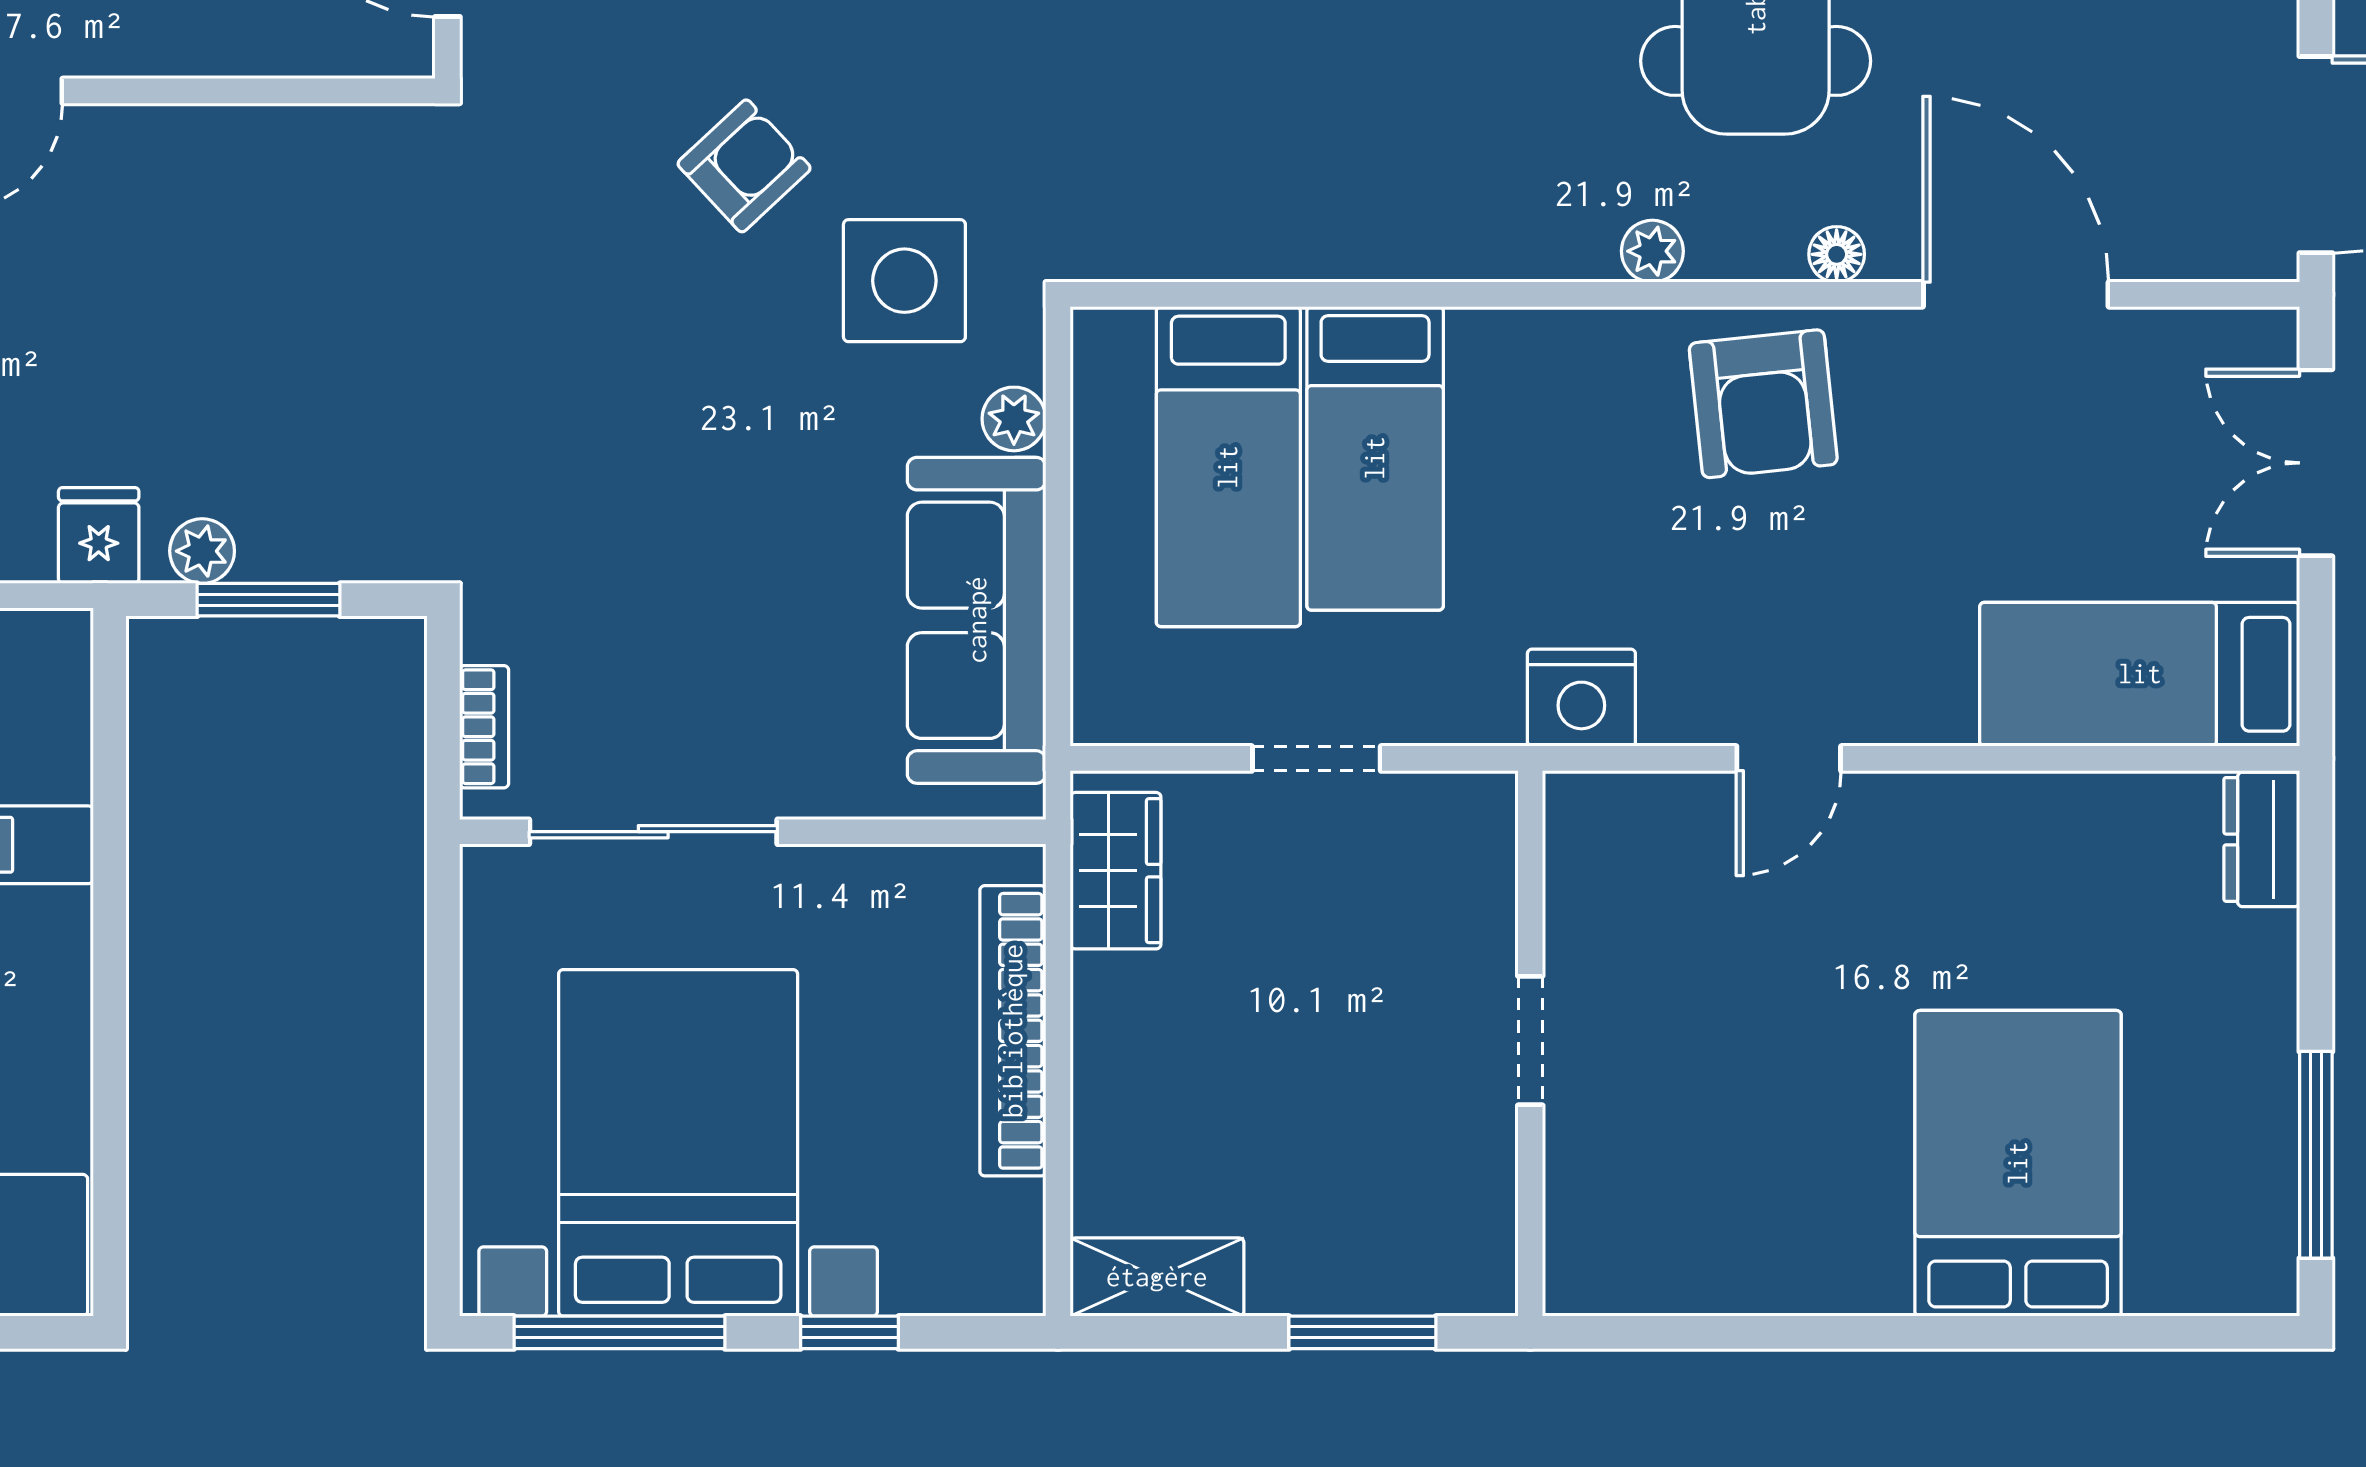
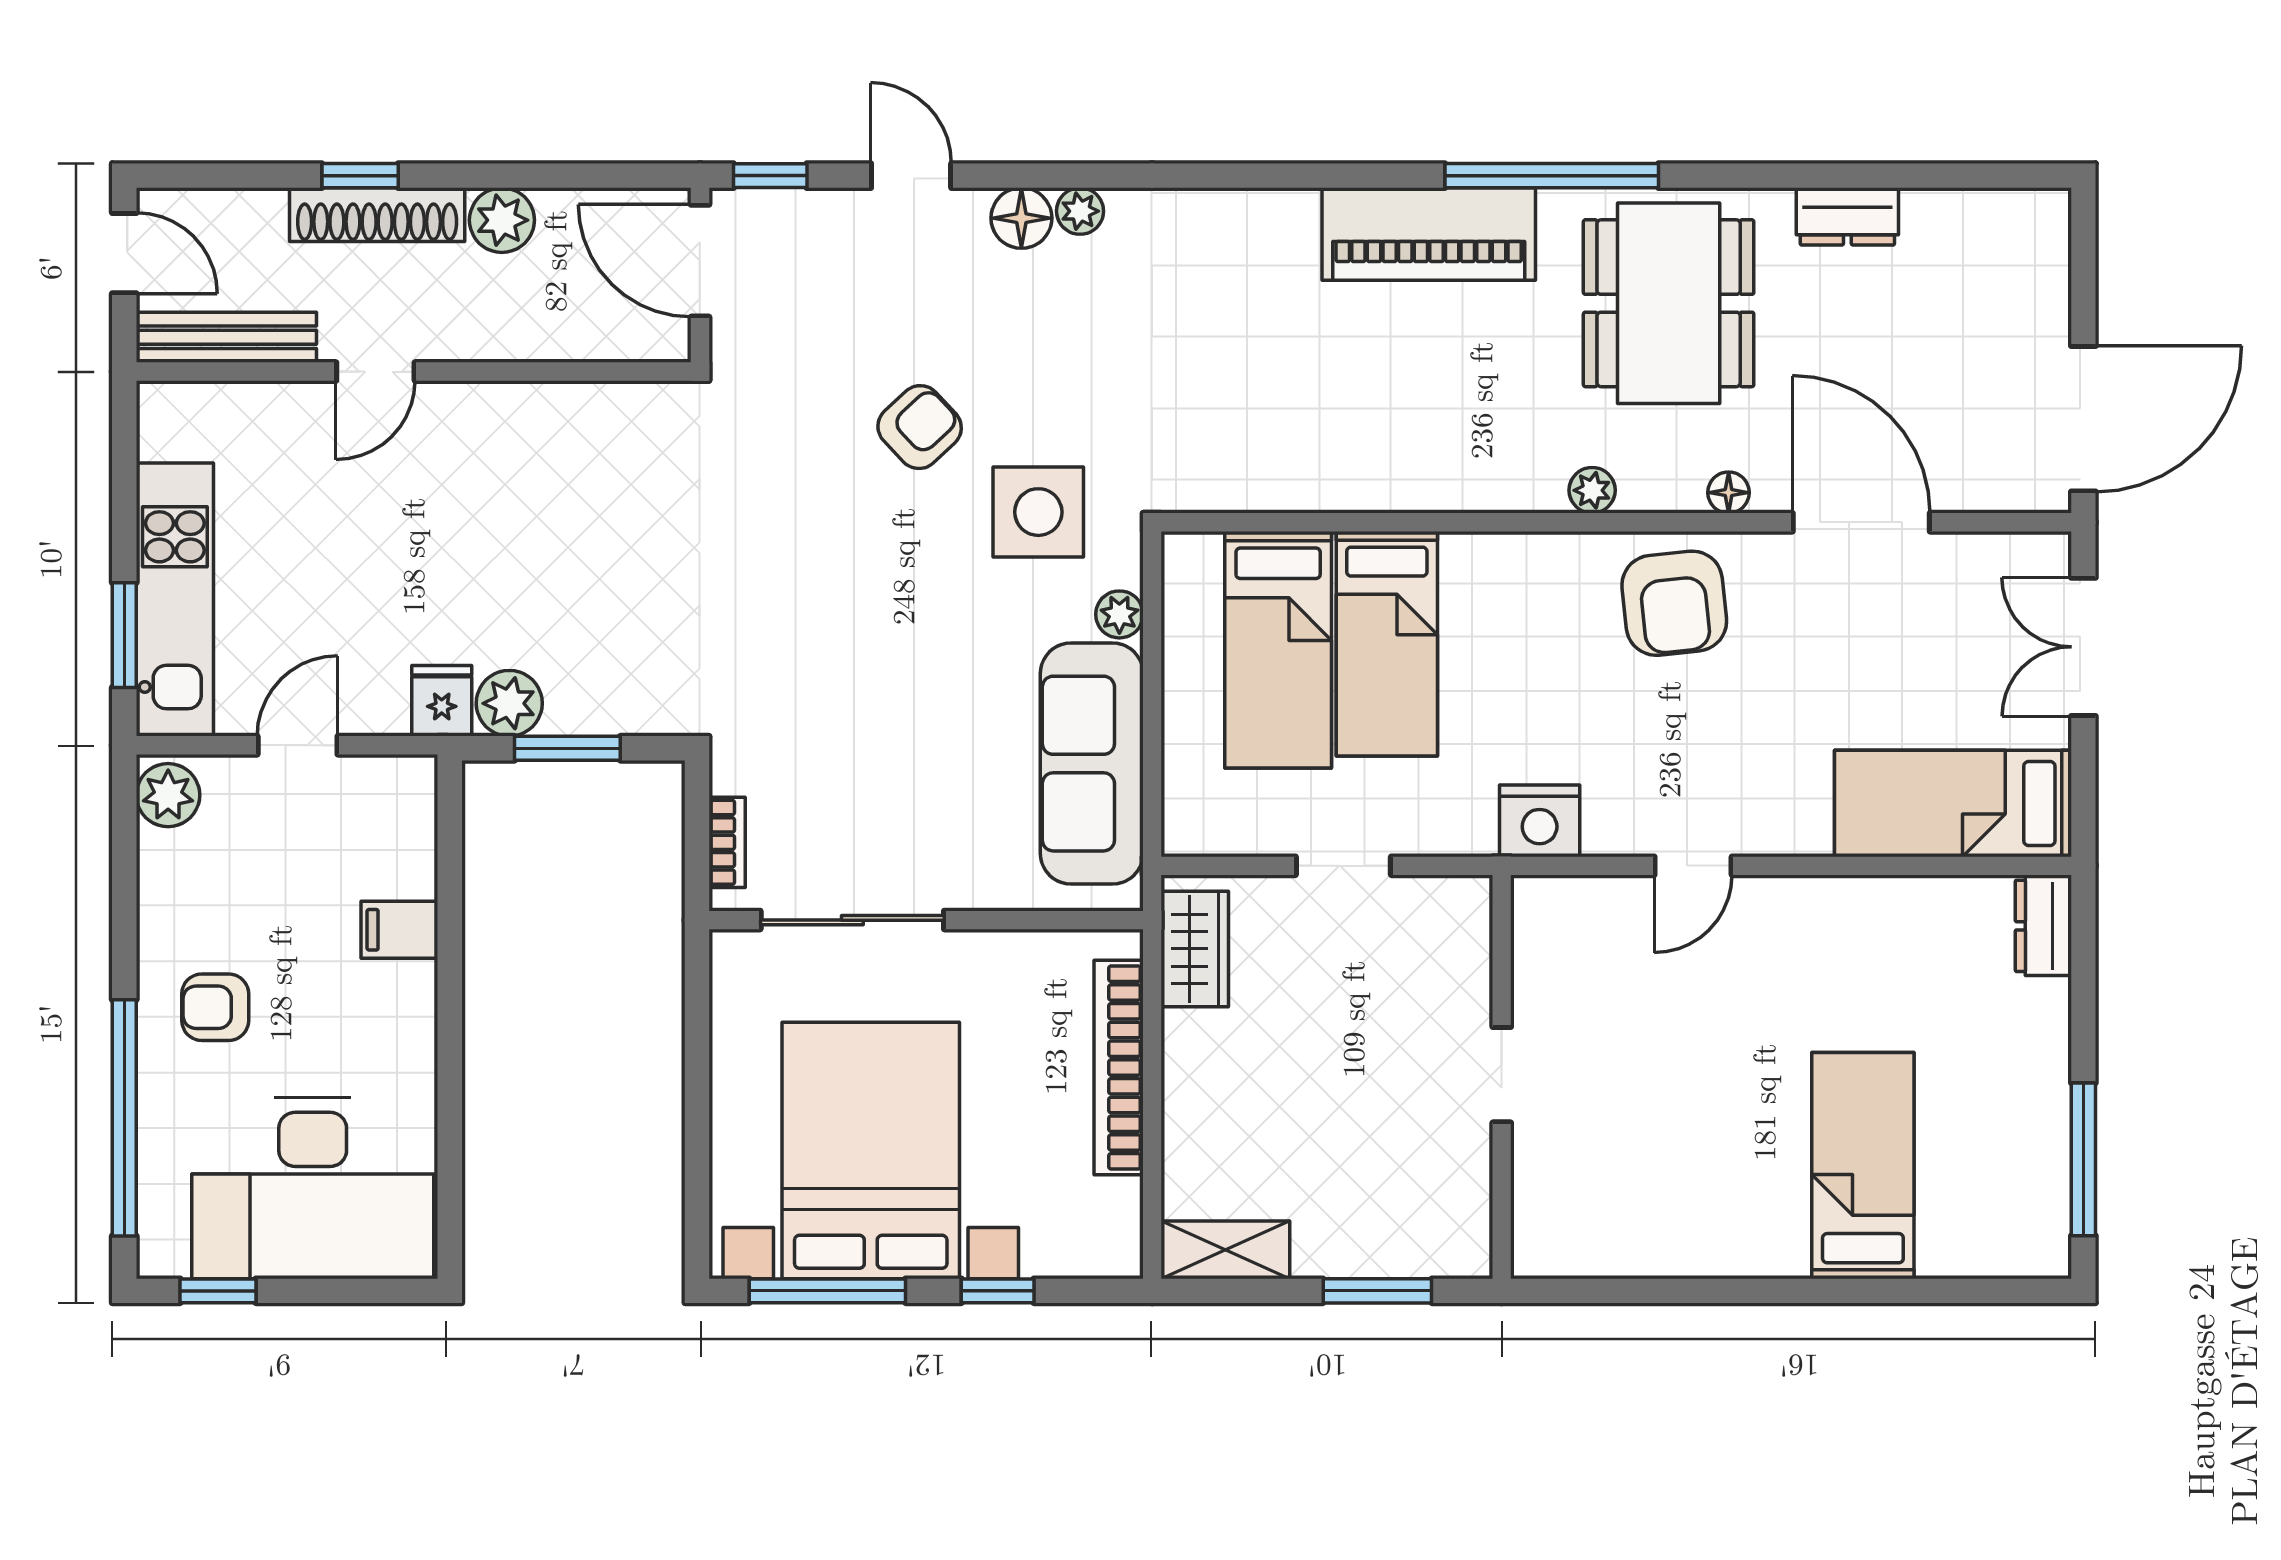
plant: (202, 551) -> (509, 703), width x1.38, depth x1.38
bed: (2018, 1163) -> (1863, 1166), width x0.67

